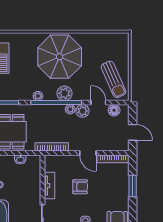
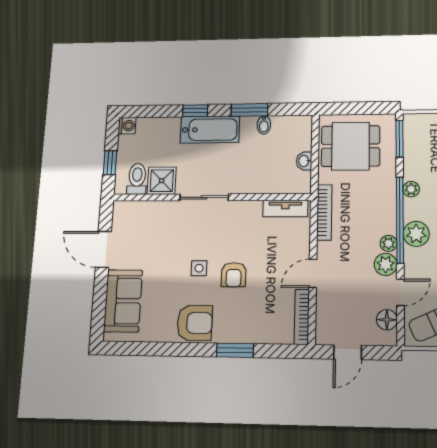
tv unit: (49, 186) -> (285, 209), moved
window: (133, 186) -> (235, 350), moved
armchair: (80, 187) -> (234, 275), moved

